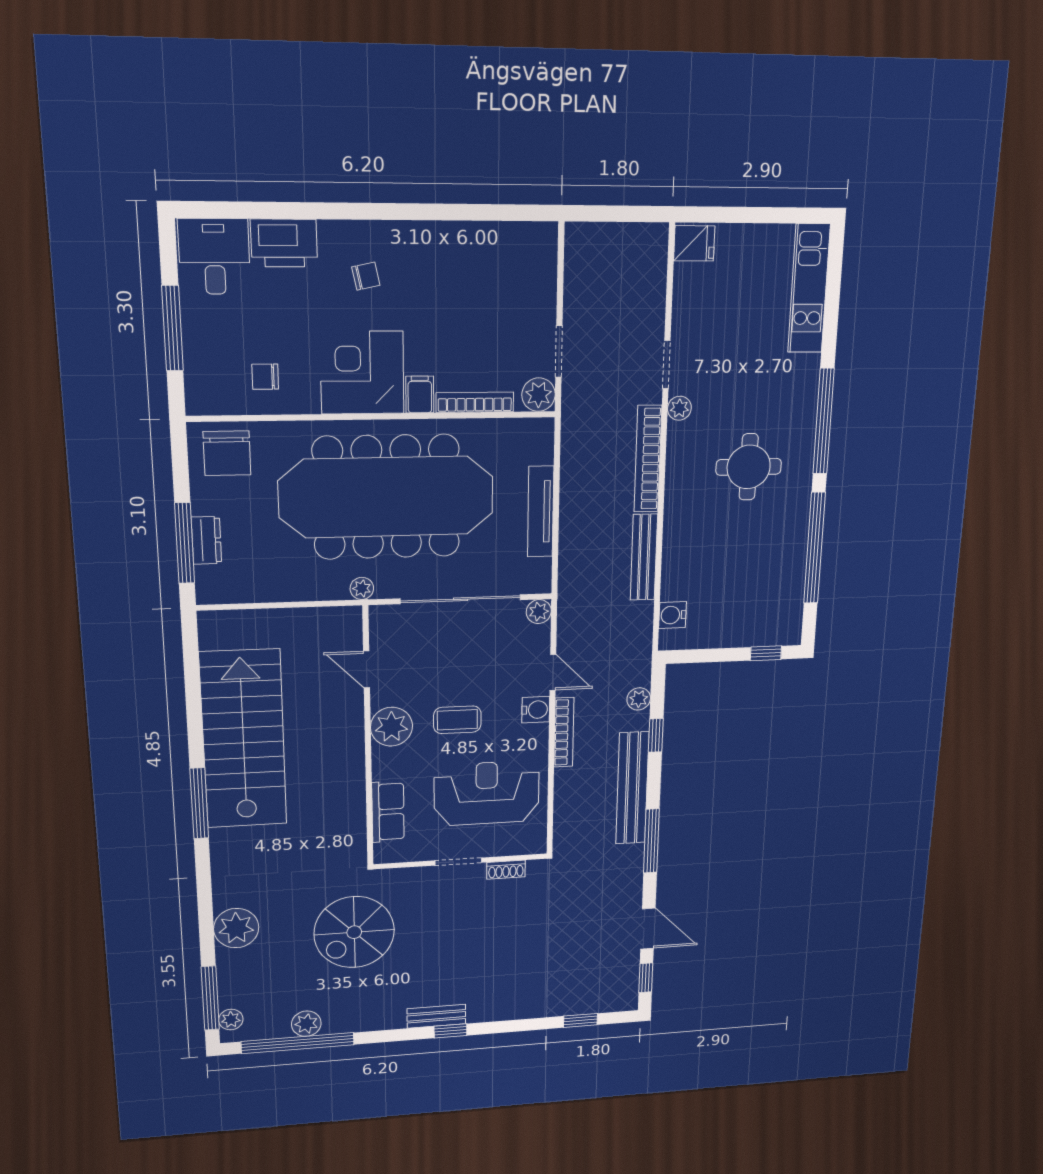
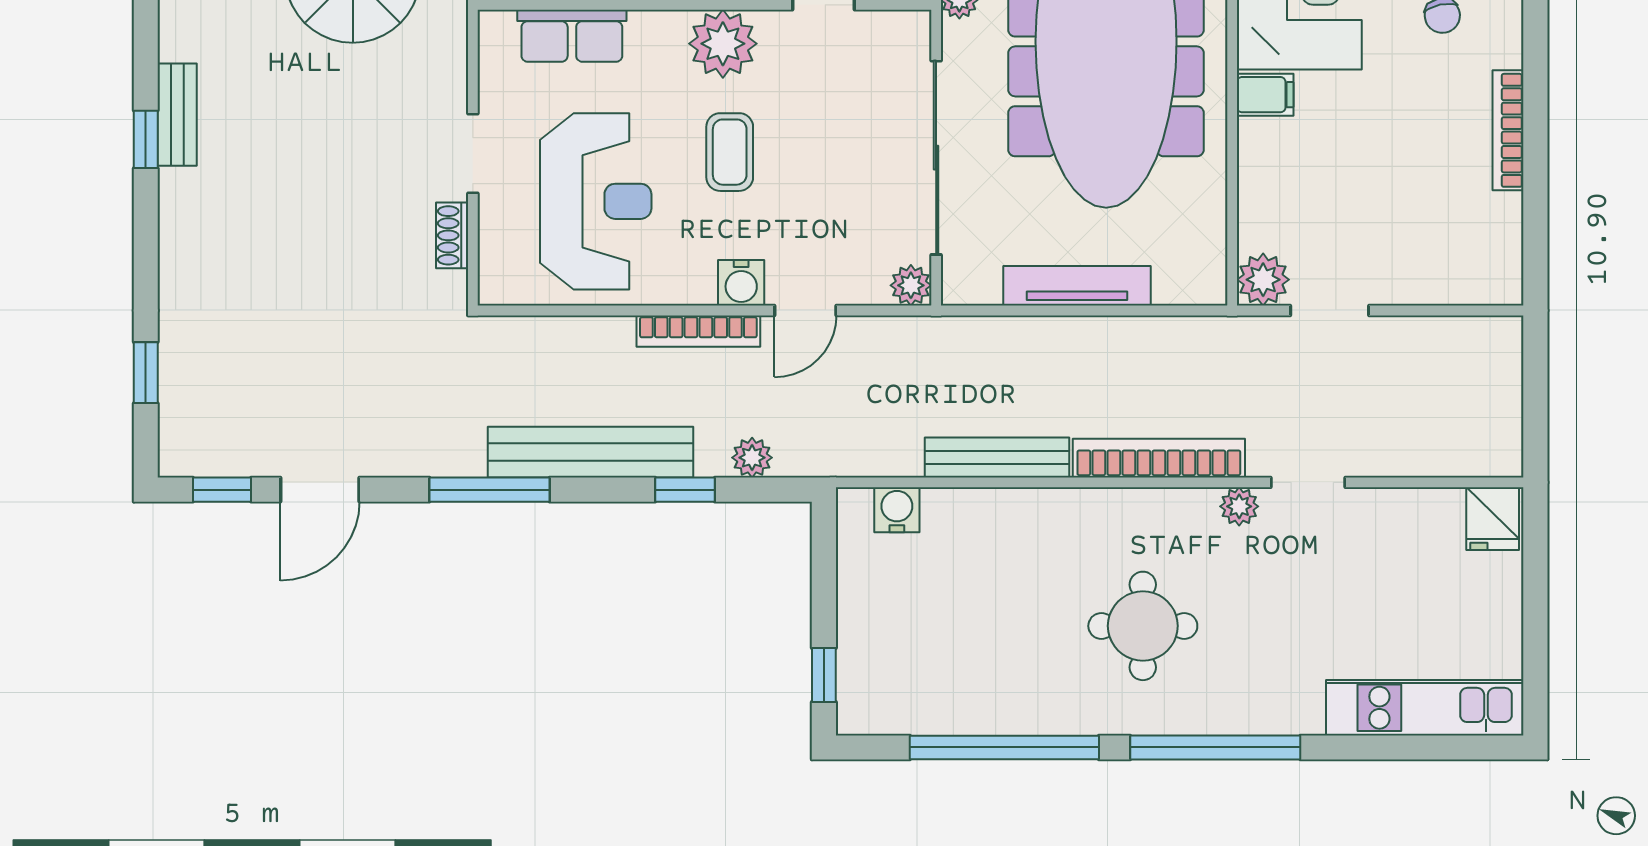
bookcase: (475, 402) -> (1508, 130), moved, turned 180

